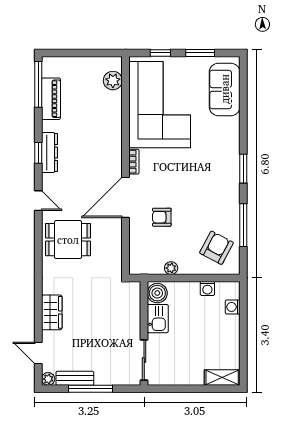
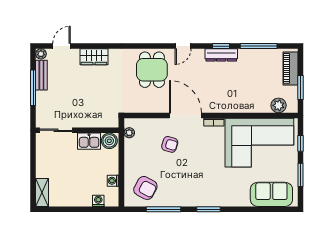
window: (90, 53) -> (301, 87), added
window: (38, 84) -> (259, 46), moved
piano: (51, 99) -> (290, 68), moved, turned 90
armchair: (162, 217) -> (170, 144), turned 106
plant: (171, 268) -> (129, 133), moved

